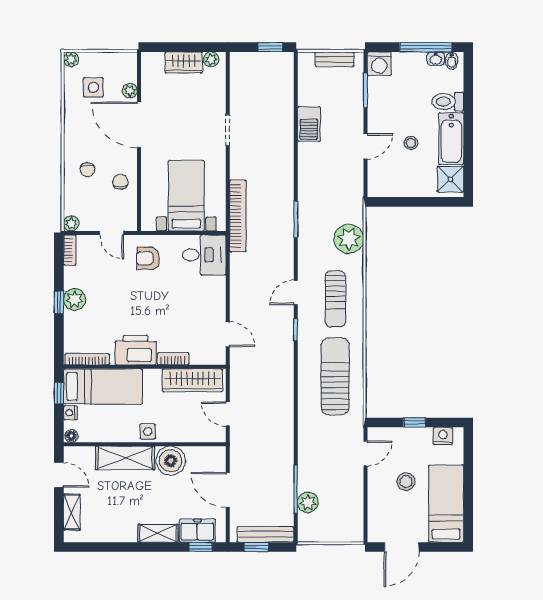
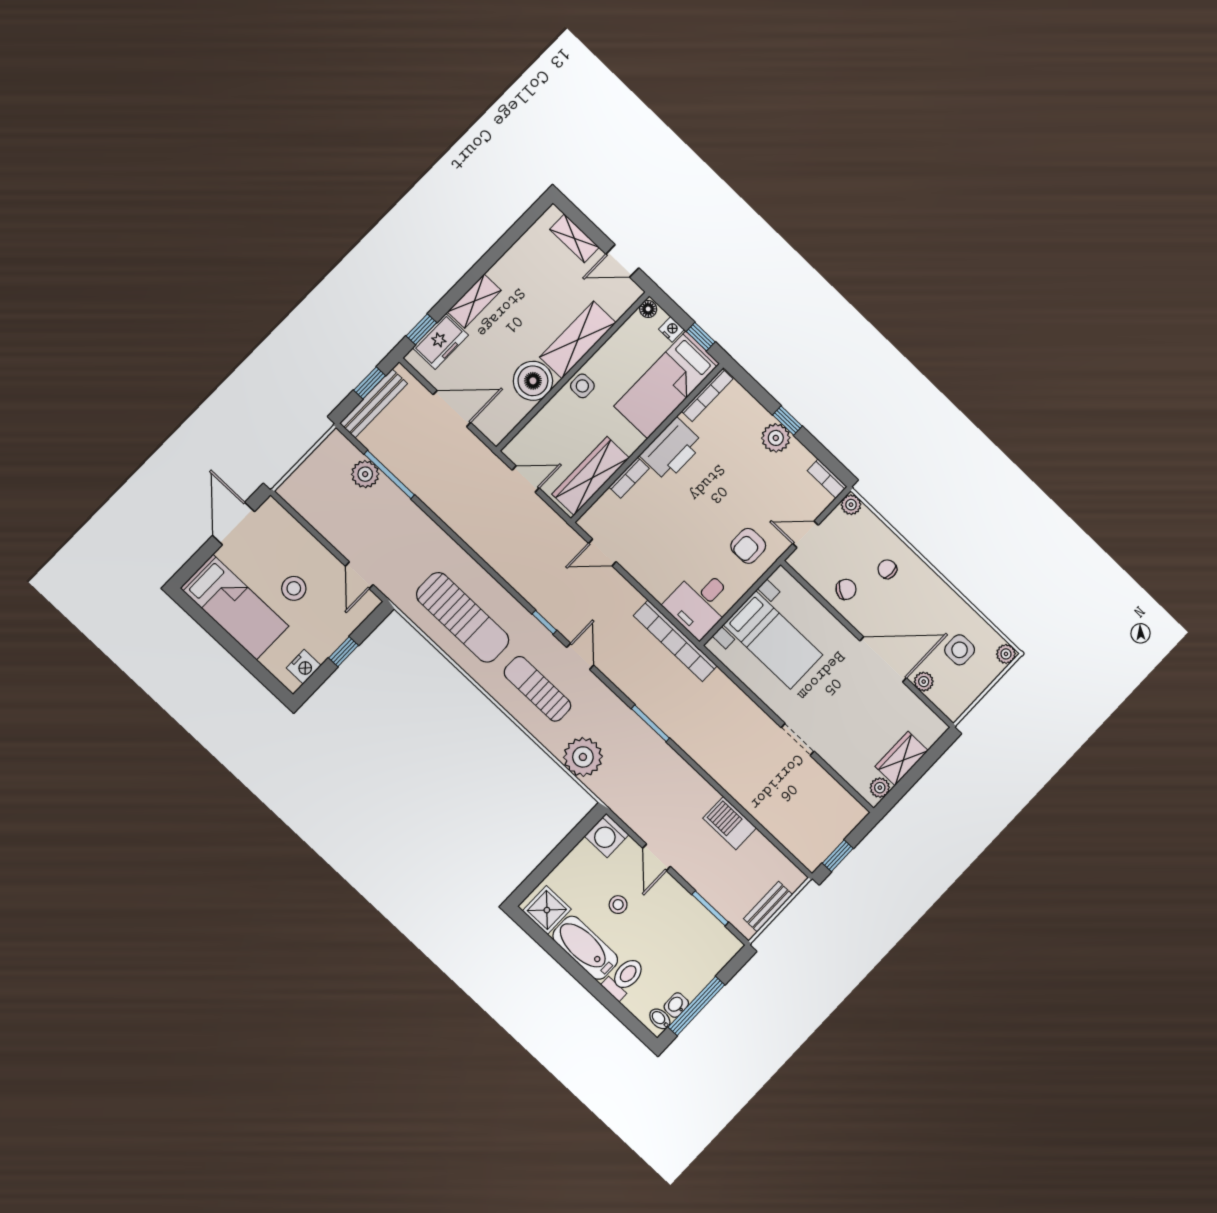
washing machine: (379, 64) -> (607, 835), moved, turned -90
chair: (120, 182) -> (846, 589), turned -57
bookcase: (238, 216) -> (675, 641), moved
armchair: (148, 258) -> (748, 546), turned 180

